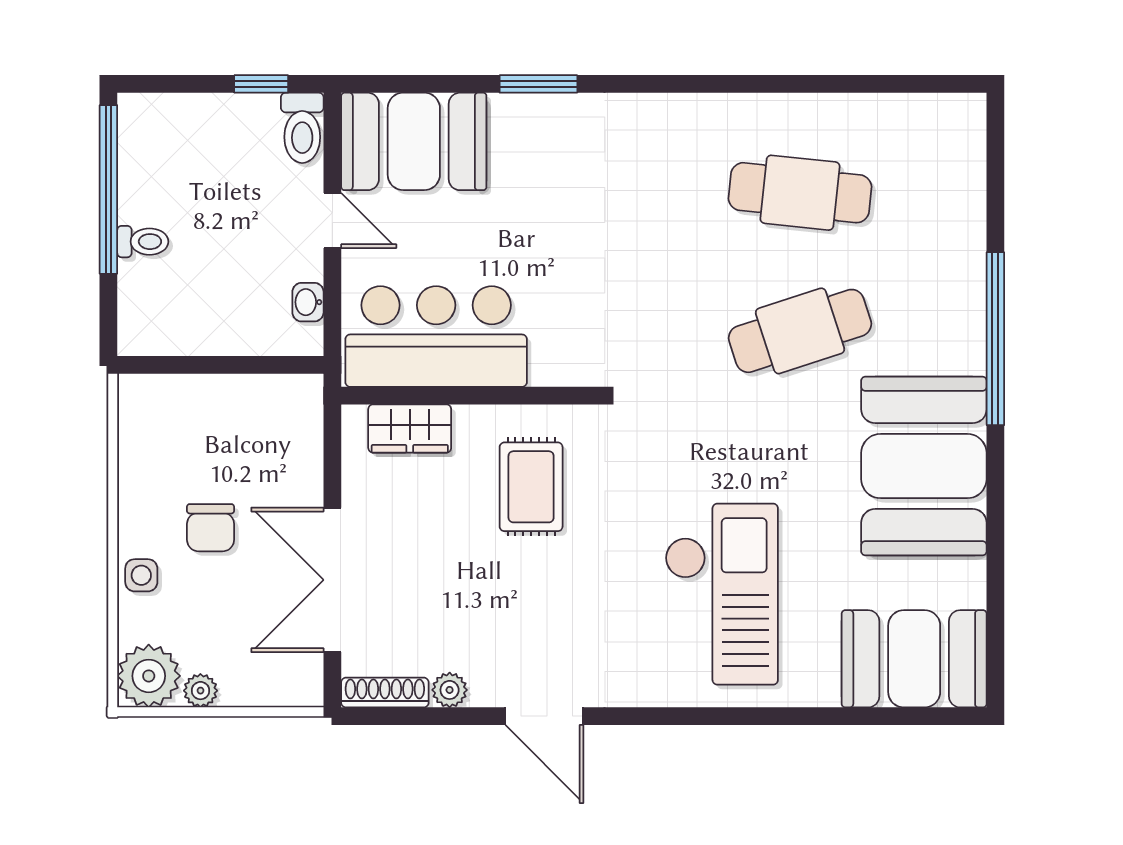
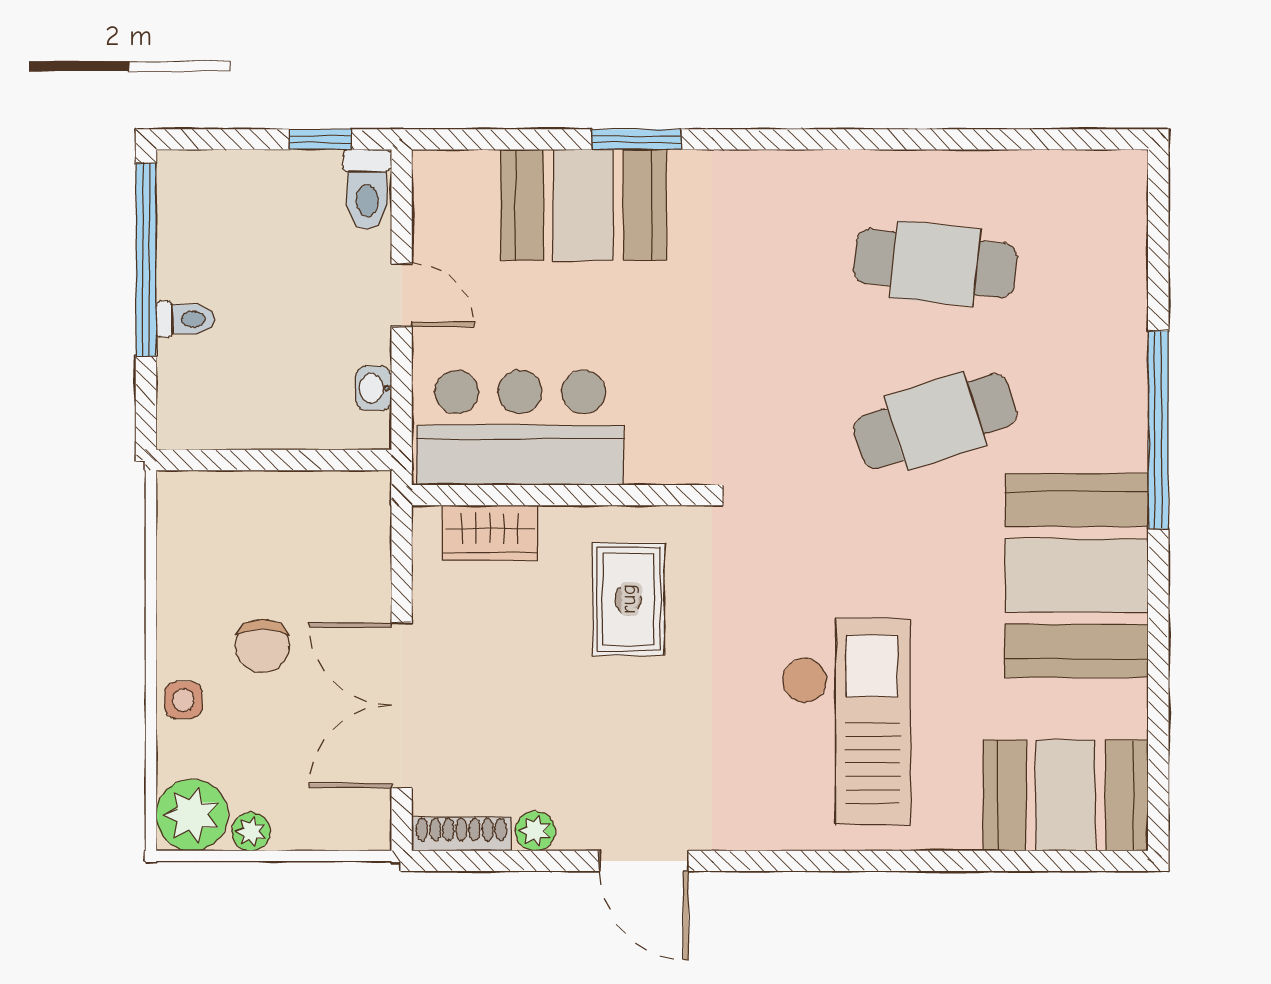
booth: (414, 141) -> (583, 205), moved

